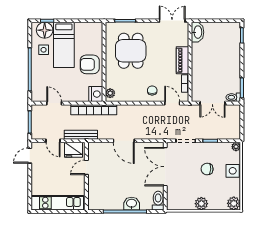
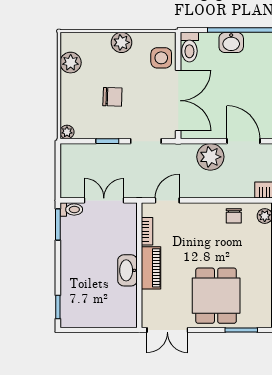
washbasin: (198, 32) -> (127, 270), moved
dining table: (131, 51) -> (216, 296), moved
chair: (152, 90) -> (234, 216), moved
door: (172, 103) -> (167, 200), swing flipped
plant: (145, 131) -> (210, 157), added
side table: (233, 171) -> (161, 58), moved
plant: (234, 203) -> (71, 63), moved

